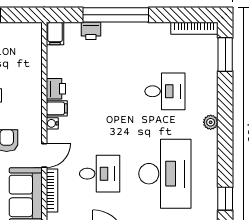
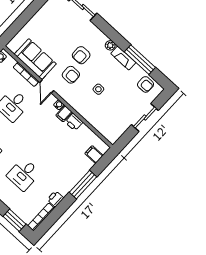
window: (116, 15) -> (83, 185), width x0.68
printer: (91, 31) -> (55, 199), moved
filing cabinet: (55, 34) -> (94, 154), moved

